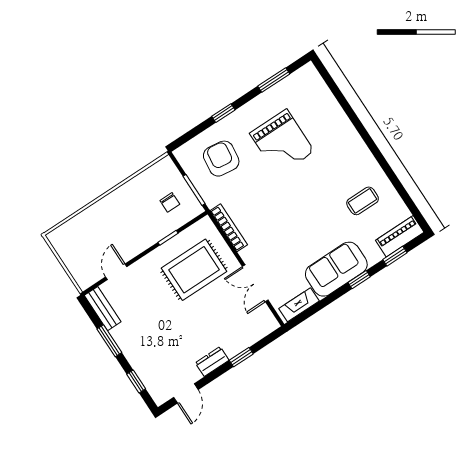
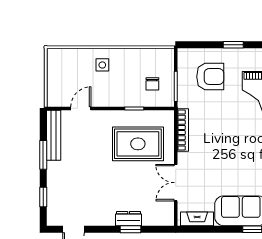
armchair: (221, 159) -> (210, 77), turned 83
side table: (109, 216) -> (102, 65), added
bench: (103, 309) -> (54, 135), width x1.36
dresser: (212, 362) -> (129, 219), moved

